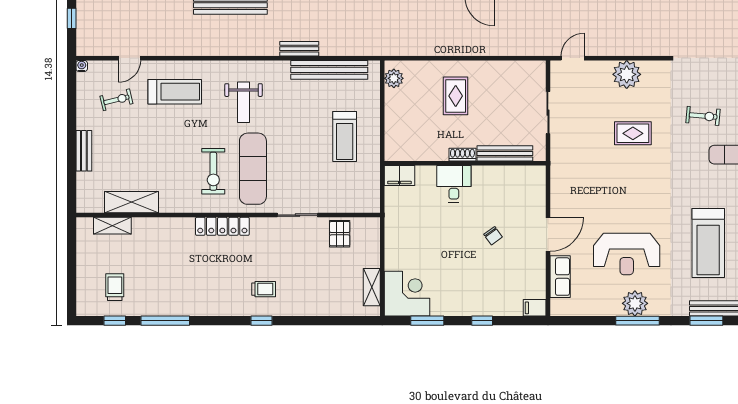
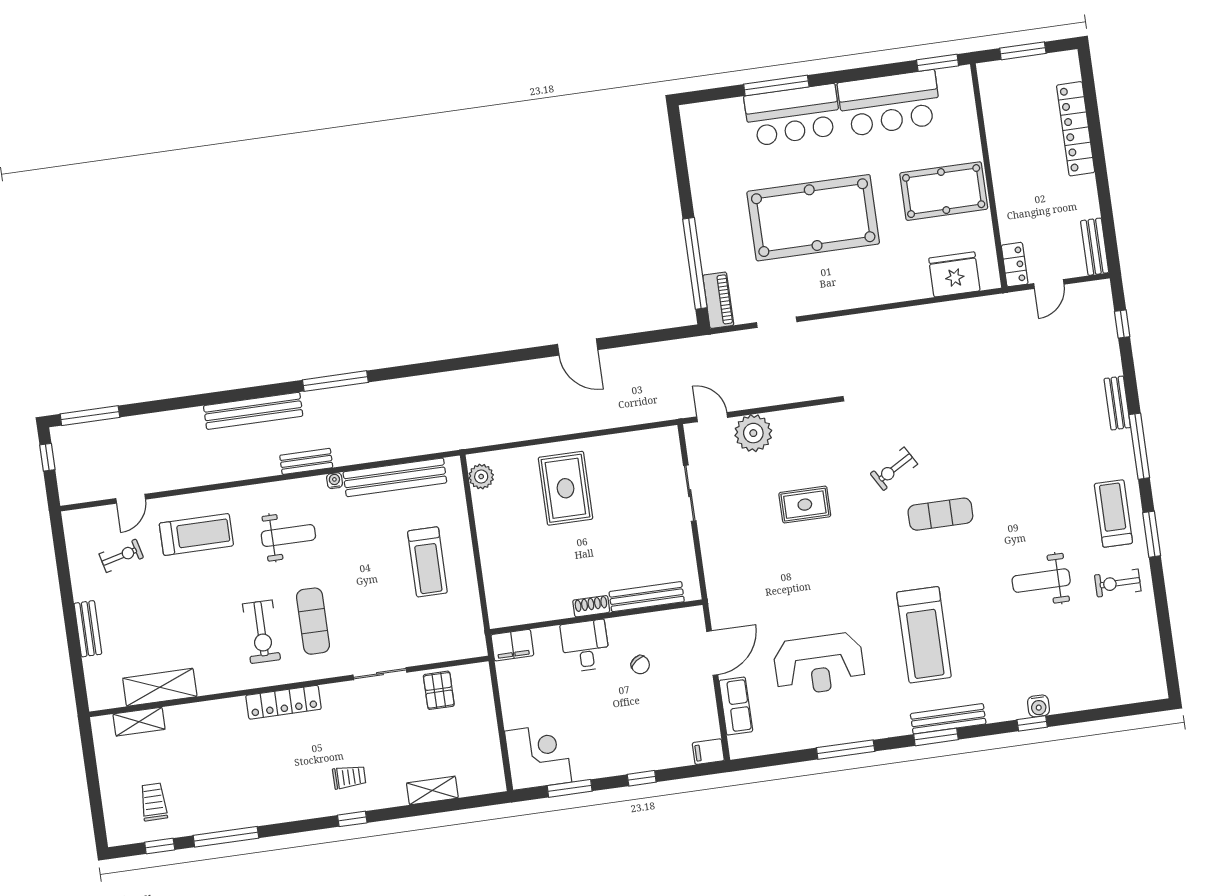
bench: (299, 49) -> (306, 461), moved
door: (573, 58) -> (712, 417), hinge flipped
water cooler: (82, 66) -> (335, 481), moved
plant: (627, 74) -> (753, 433), moved
rug: (456, 96) -> (565, 488), width x1.36, depth x1.43
weight bench: (244, 102) -> (288, 536), turned -90
exercise bike: (703, 116) -> (894, 469), turned 145
bench: (505, 153) -> (647, 597), moved
shoe rack: (462, 155) -> (591, 606), moved
wall: (465, 163) -> (596, 617), moved
exercise mat: (253, 169) -> (313, 621), width x0.73, depth x0.69
filing cabinet: (399, 176) -> (512, 645), moved
desk: (454, 184) -> (585, 646), moved
shelving: (372, 287) -> (432, 790), moved, turned 90
plant: (635, 303) -> (839, 727), removed

